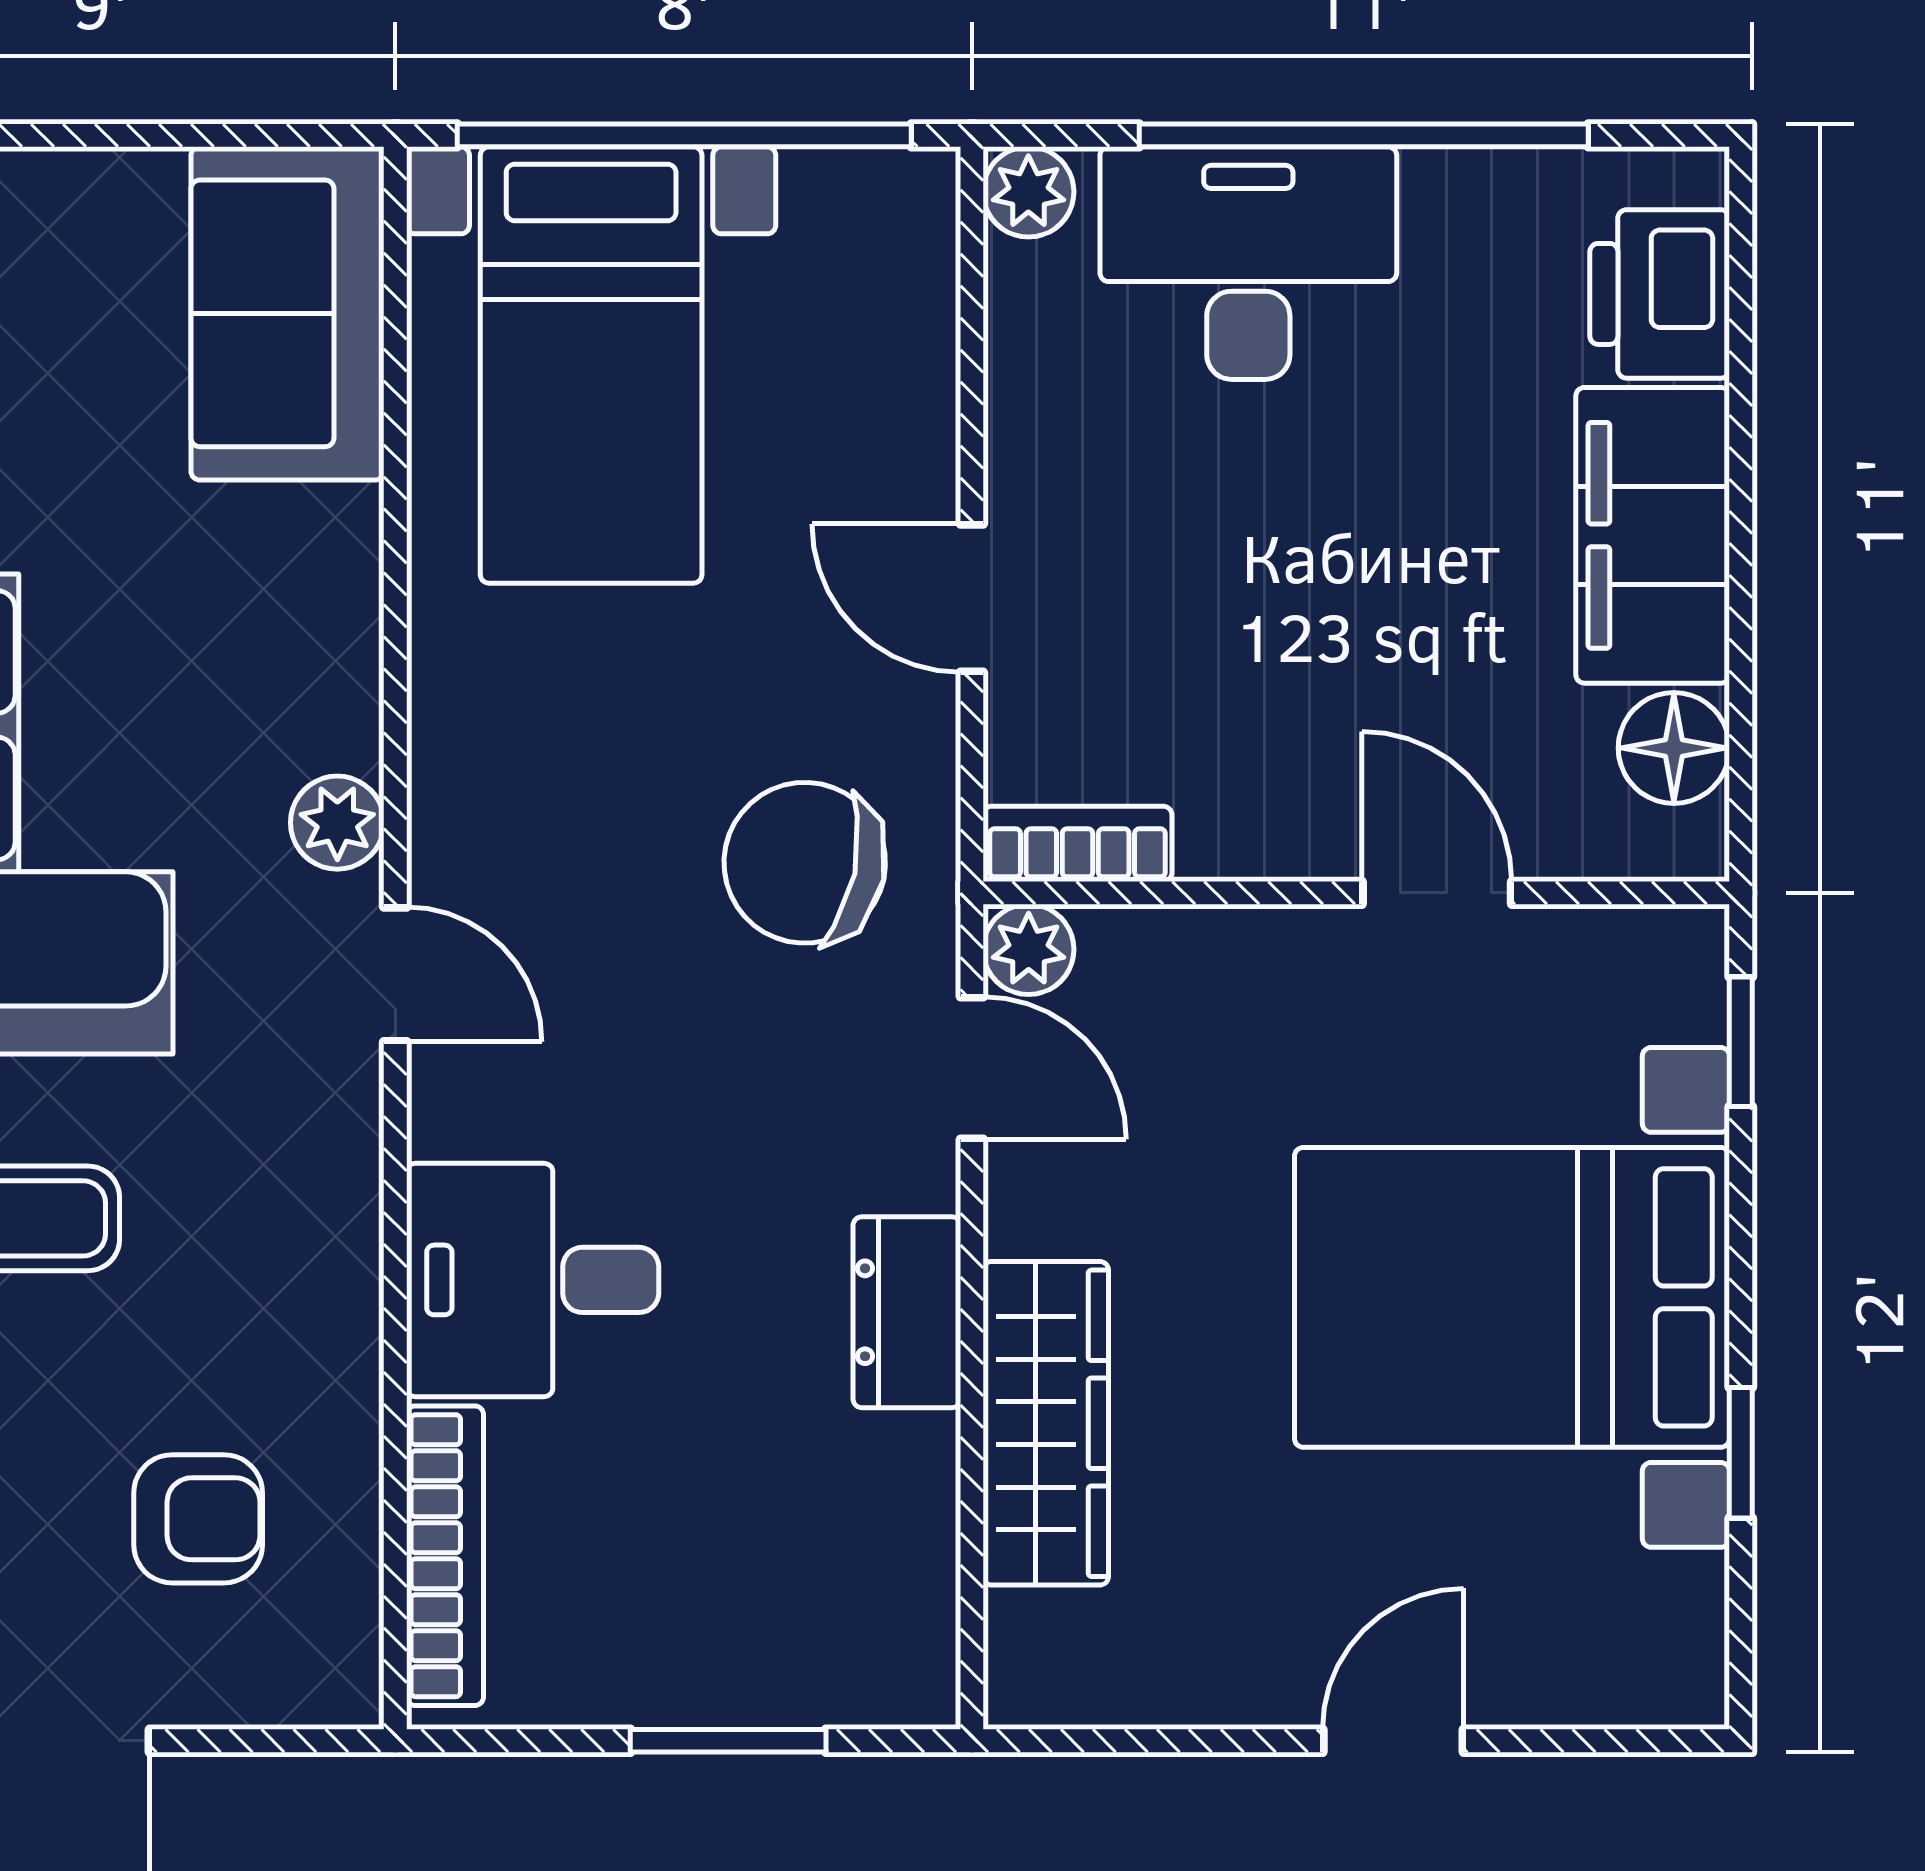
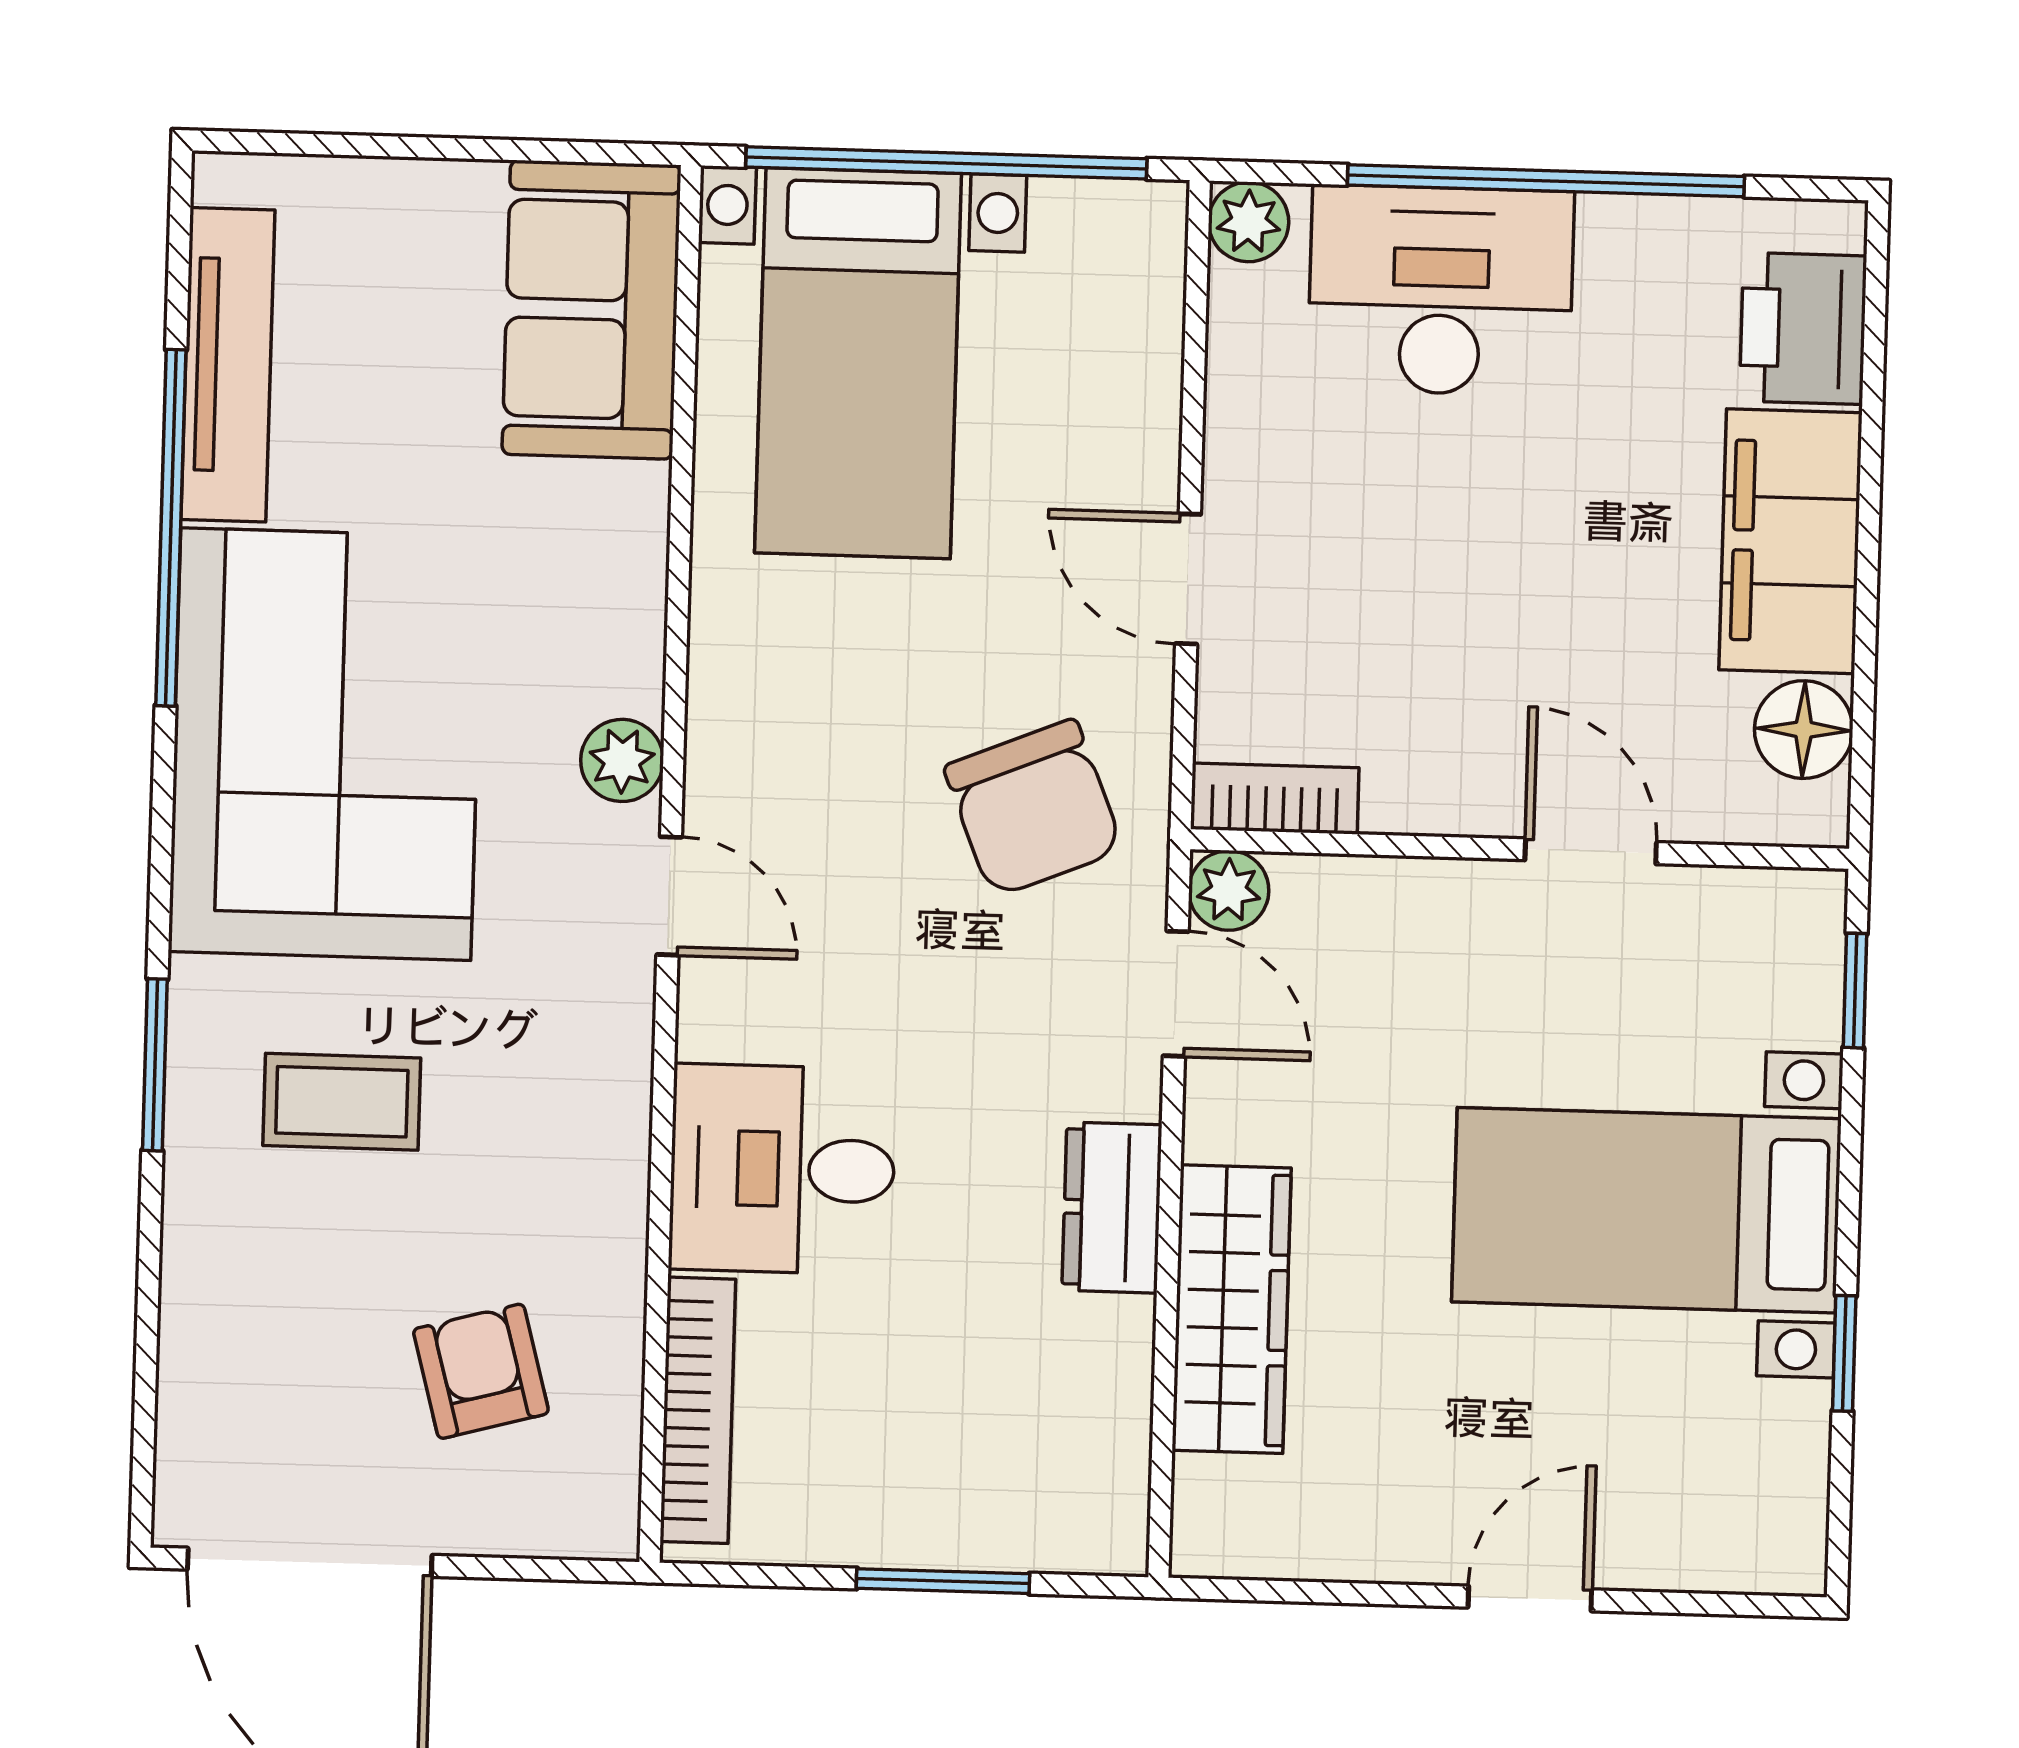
chair: (805, 863) -> (1033, 808), turned -124
bed with nightstands: (1512, 1297) -> (1646, 1210), width x0.73
armchair: (198, 1519) -> (481, 1371), turned -105

